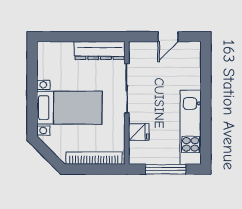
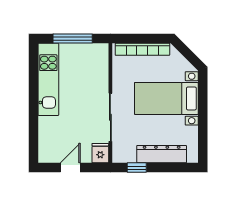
window: (100, 37) -> (137, 168), added
dresser: (100, 50) -> (162, 154), moved
fridge: (139, 132) -> (100, 153), moved, turned 90

